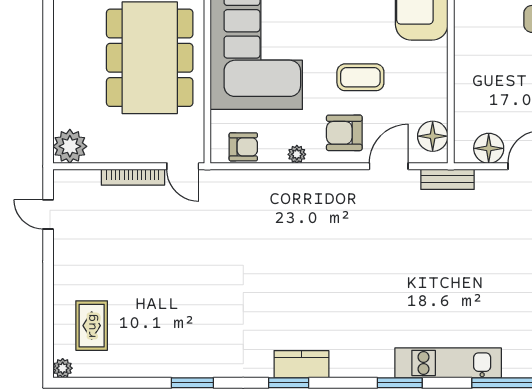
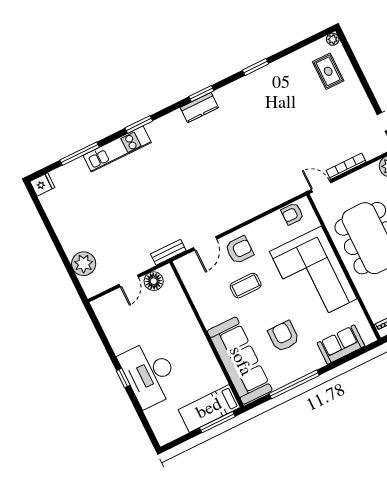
floor lamp: (433, 136) -> (189, 272), removed
plant: (297, 154) -> (260, 225), removed

